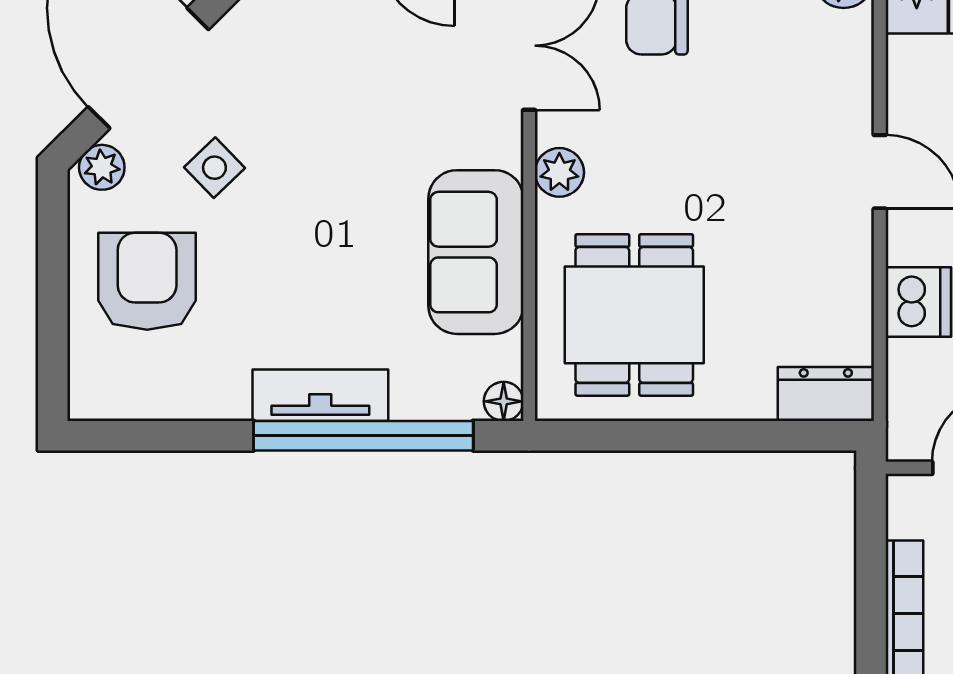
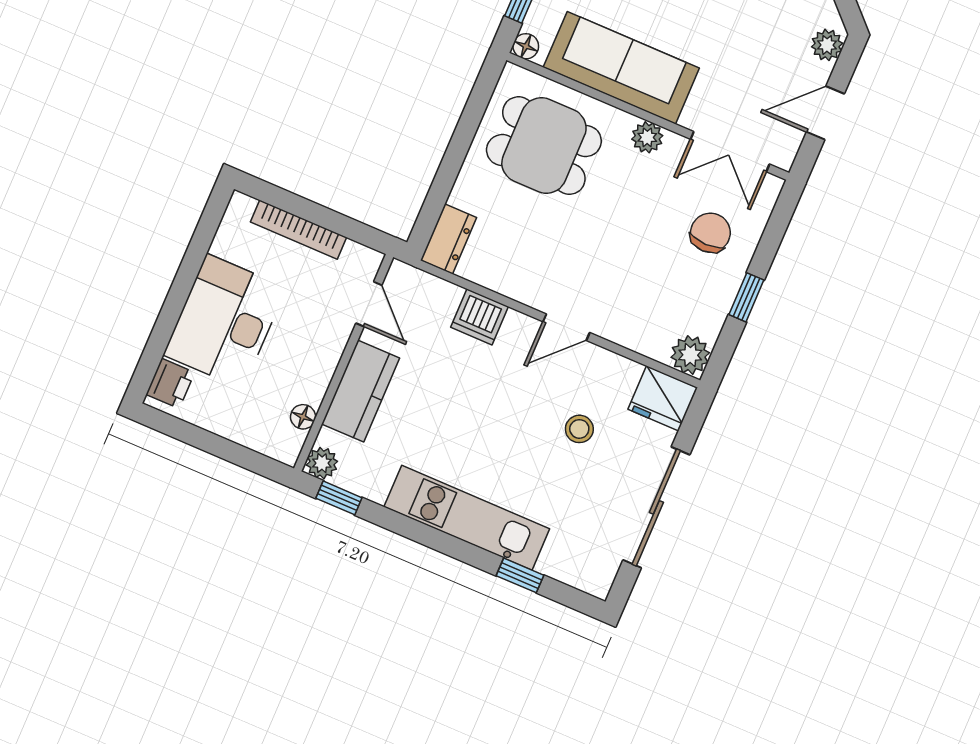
sofa: (476, 252) -> (621, 68), width x1.36

